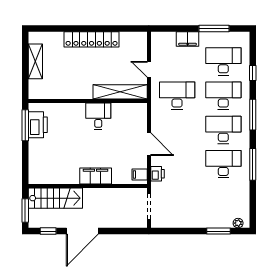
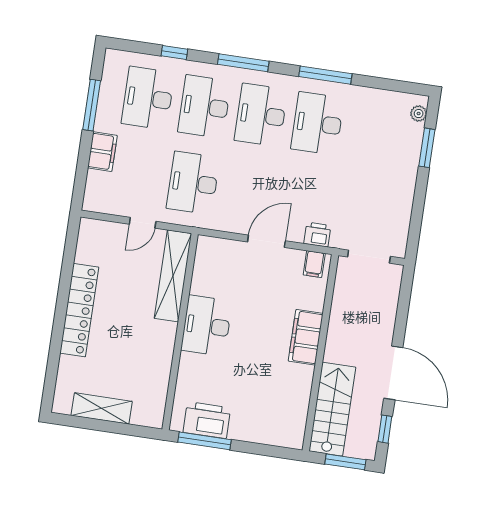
desk: (98, 116) -> (207, 326), width x1.37

